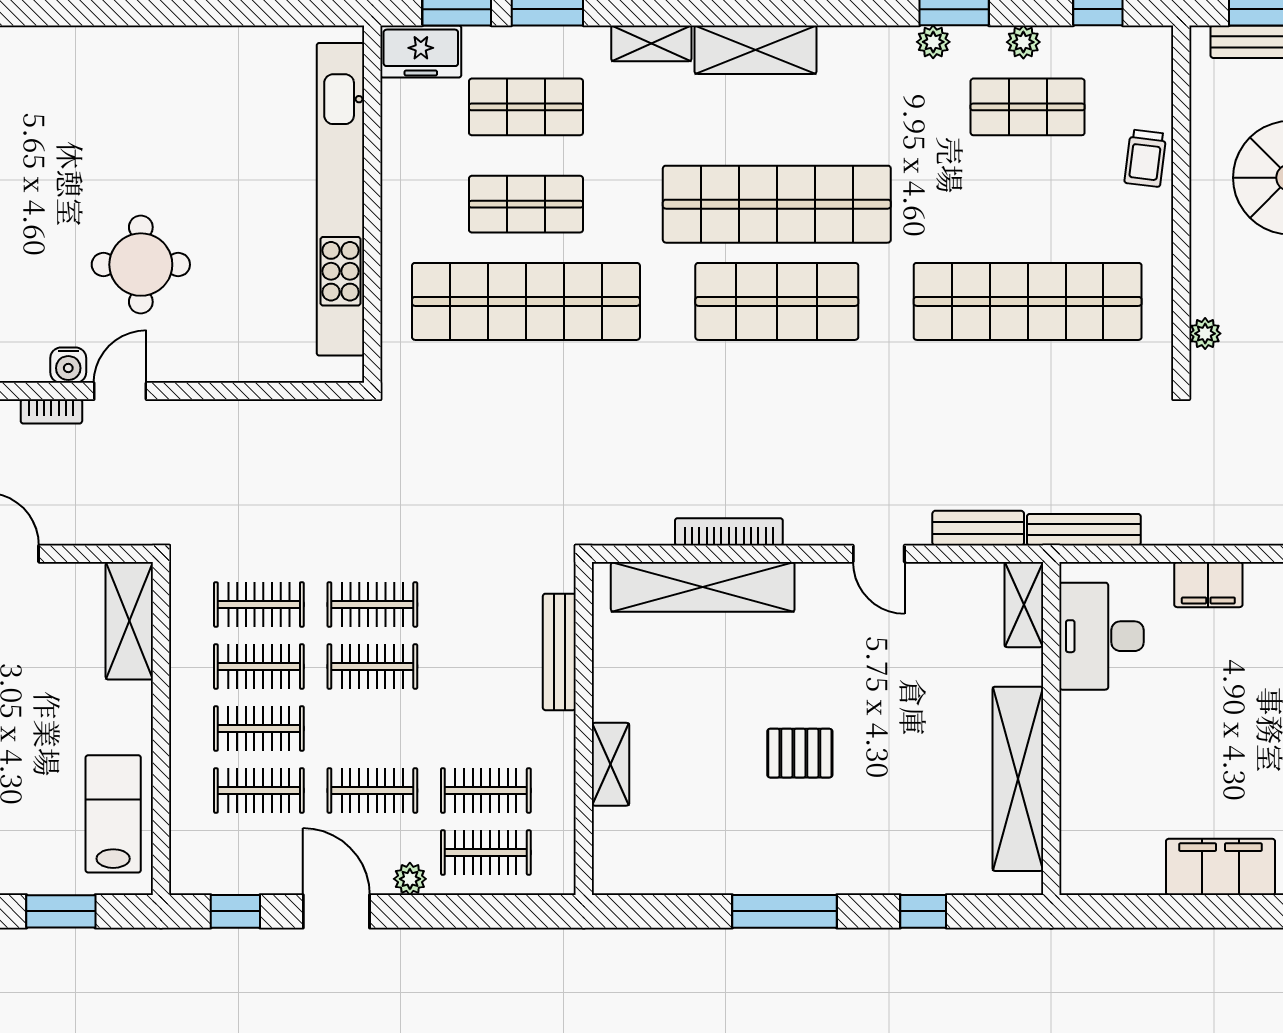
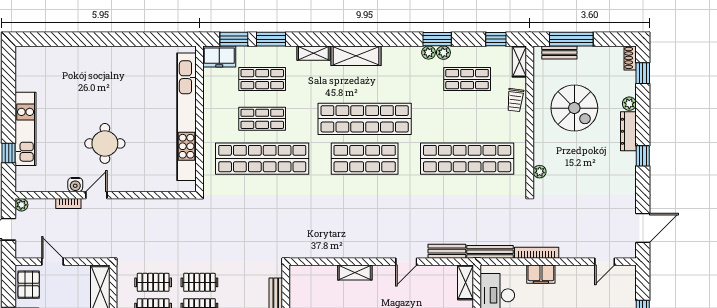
plant: (1023, 42) -> (443, 53), moved
shelving: (1156, 64) -> (519, 61), added
bookcase: (729, 532) -> (537, 253), moved
door: (879, 554) -> (406, 262), hinge flipped
shelving: (703, 587) -> (355, 273), width x0.45, depth x0.75

